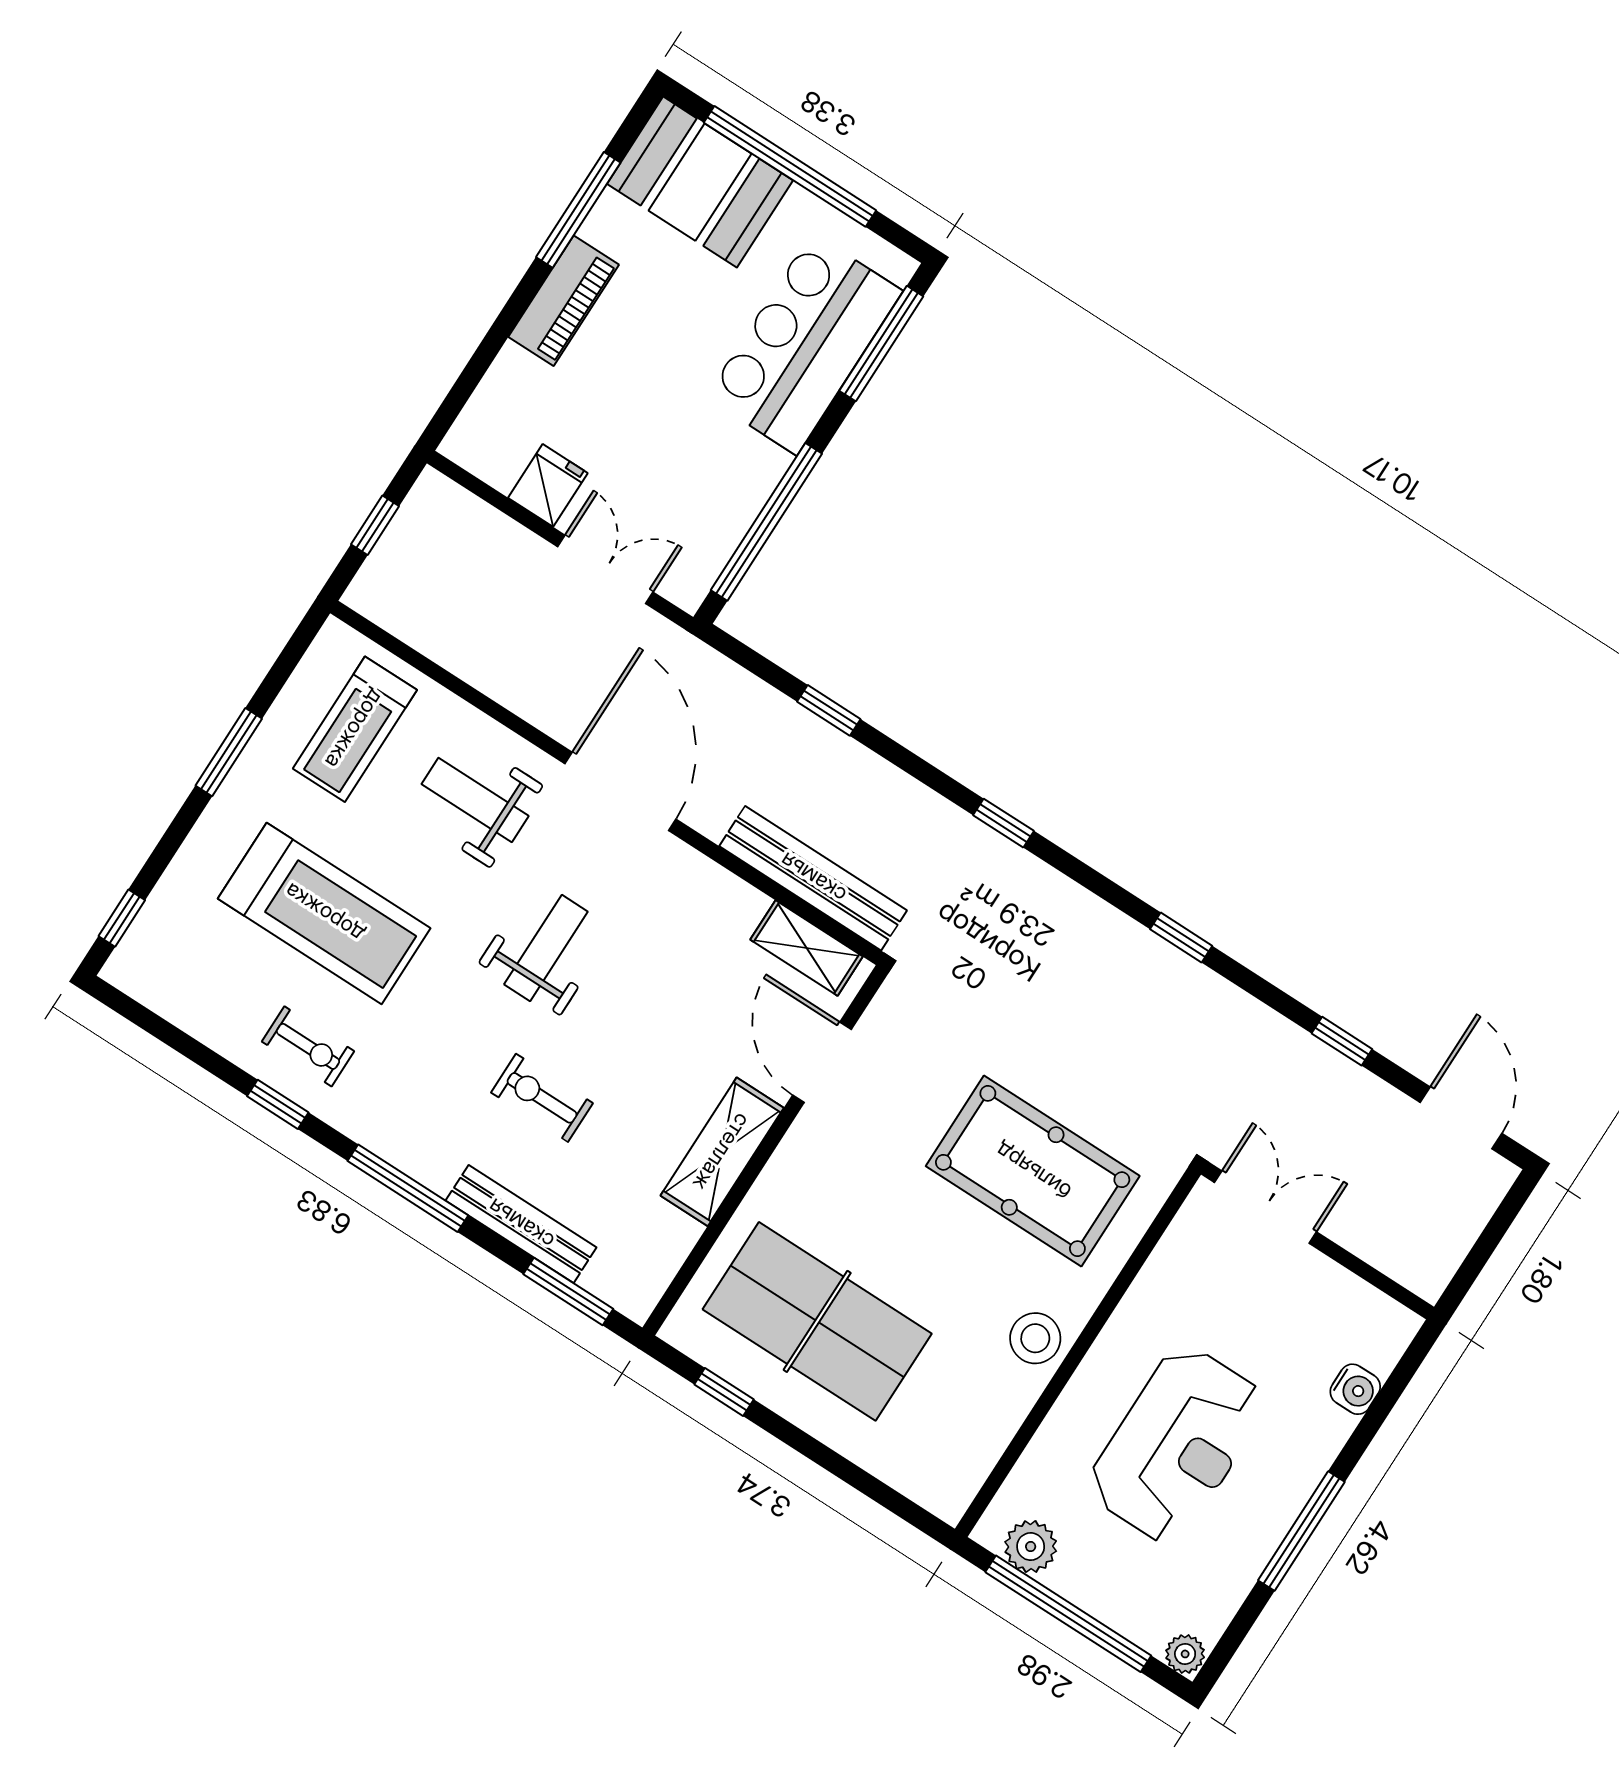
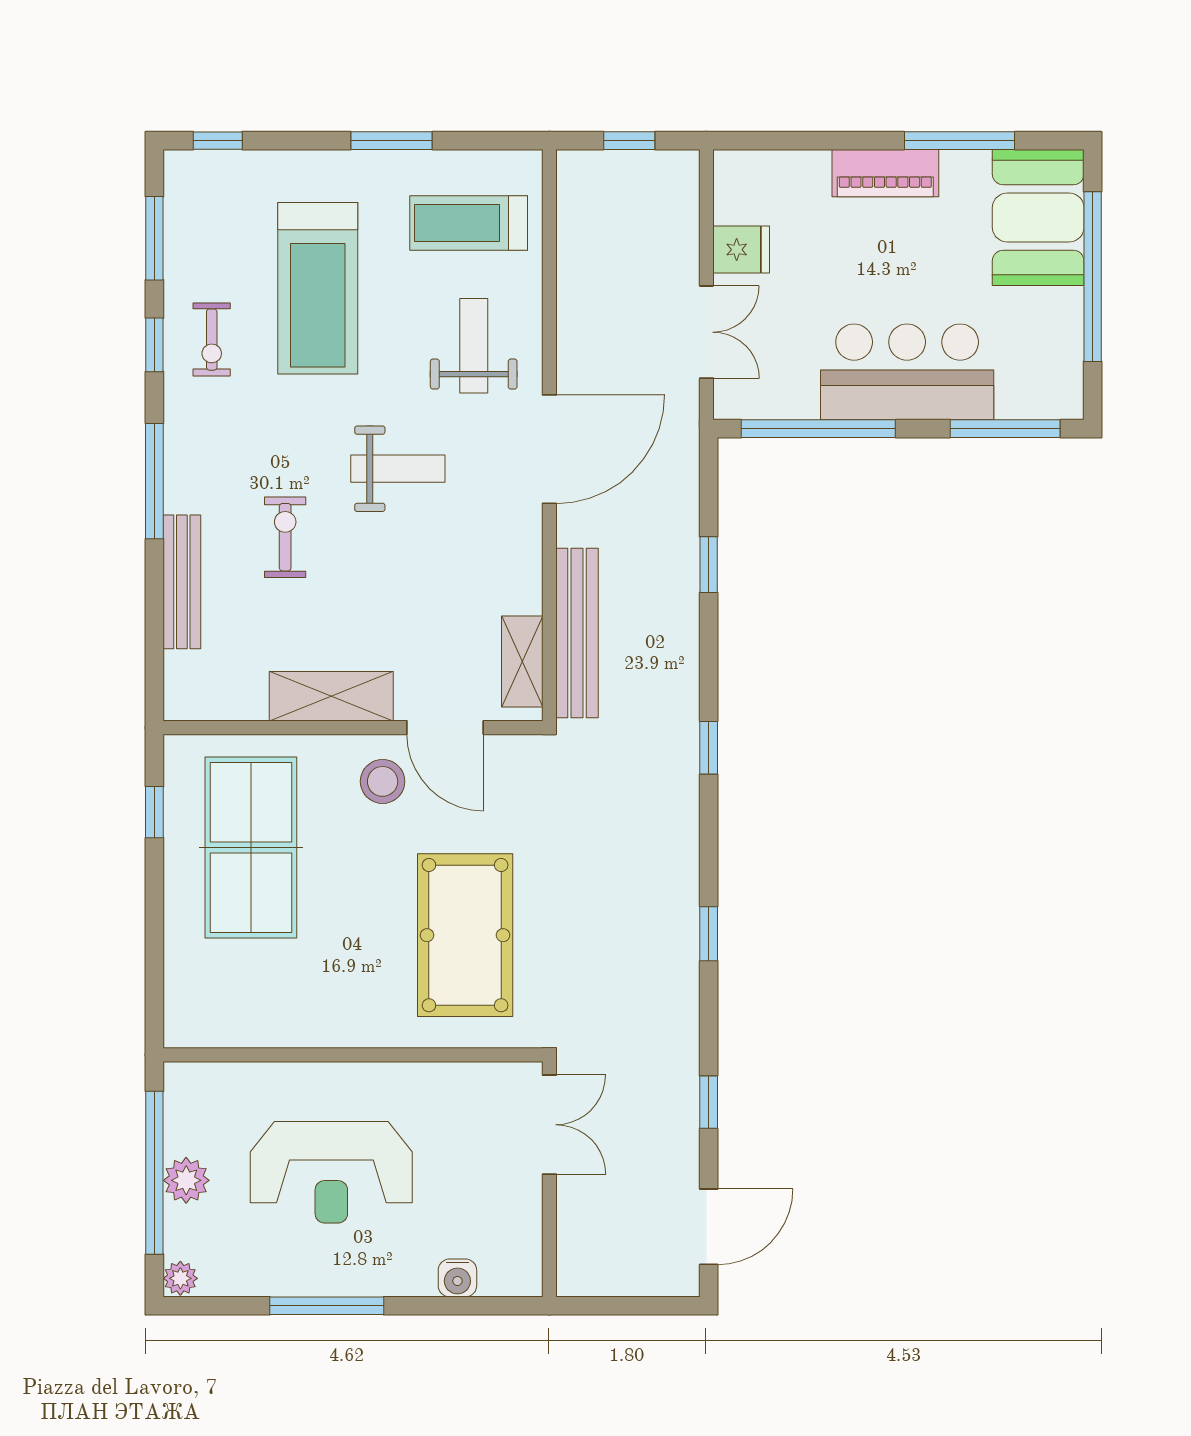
bar counter: (804, 344) -> (907, 372), moved
door: (822, 1062) -> (445, 728), swing flipped
window: (568, 1292) -> (154, 238), moved
stool: (1035, 1338) -> (383, 781), moved
plant: (1031, 1547) -> (186, 1180), moved

